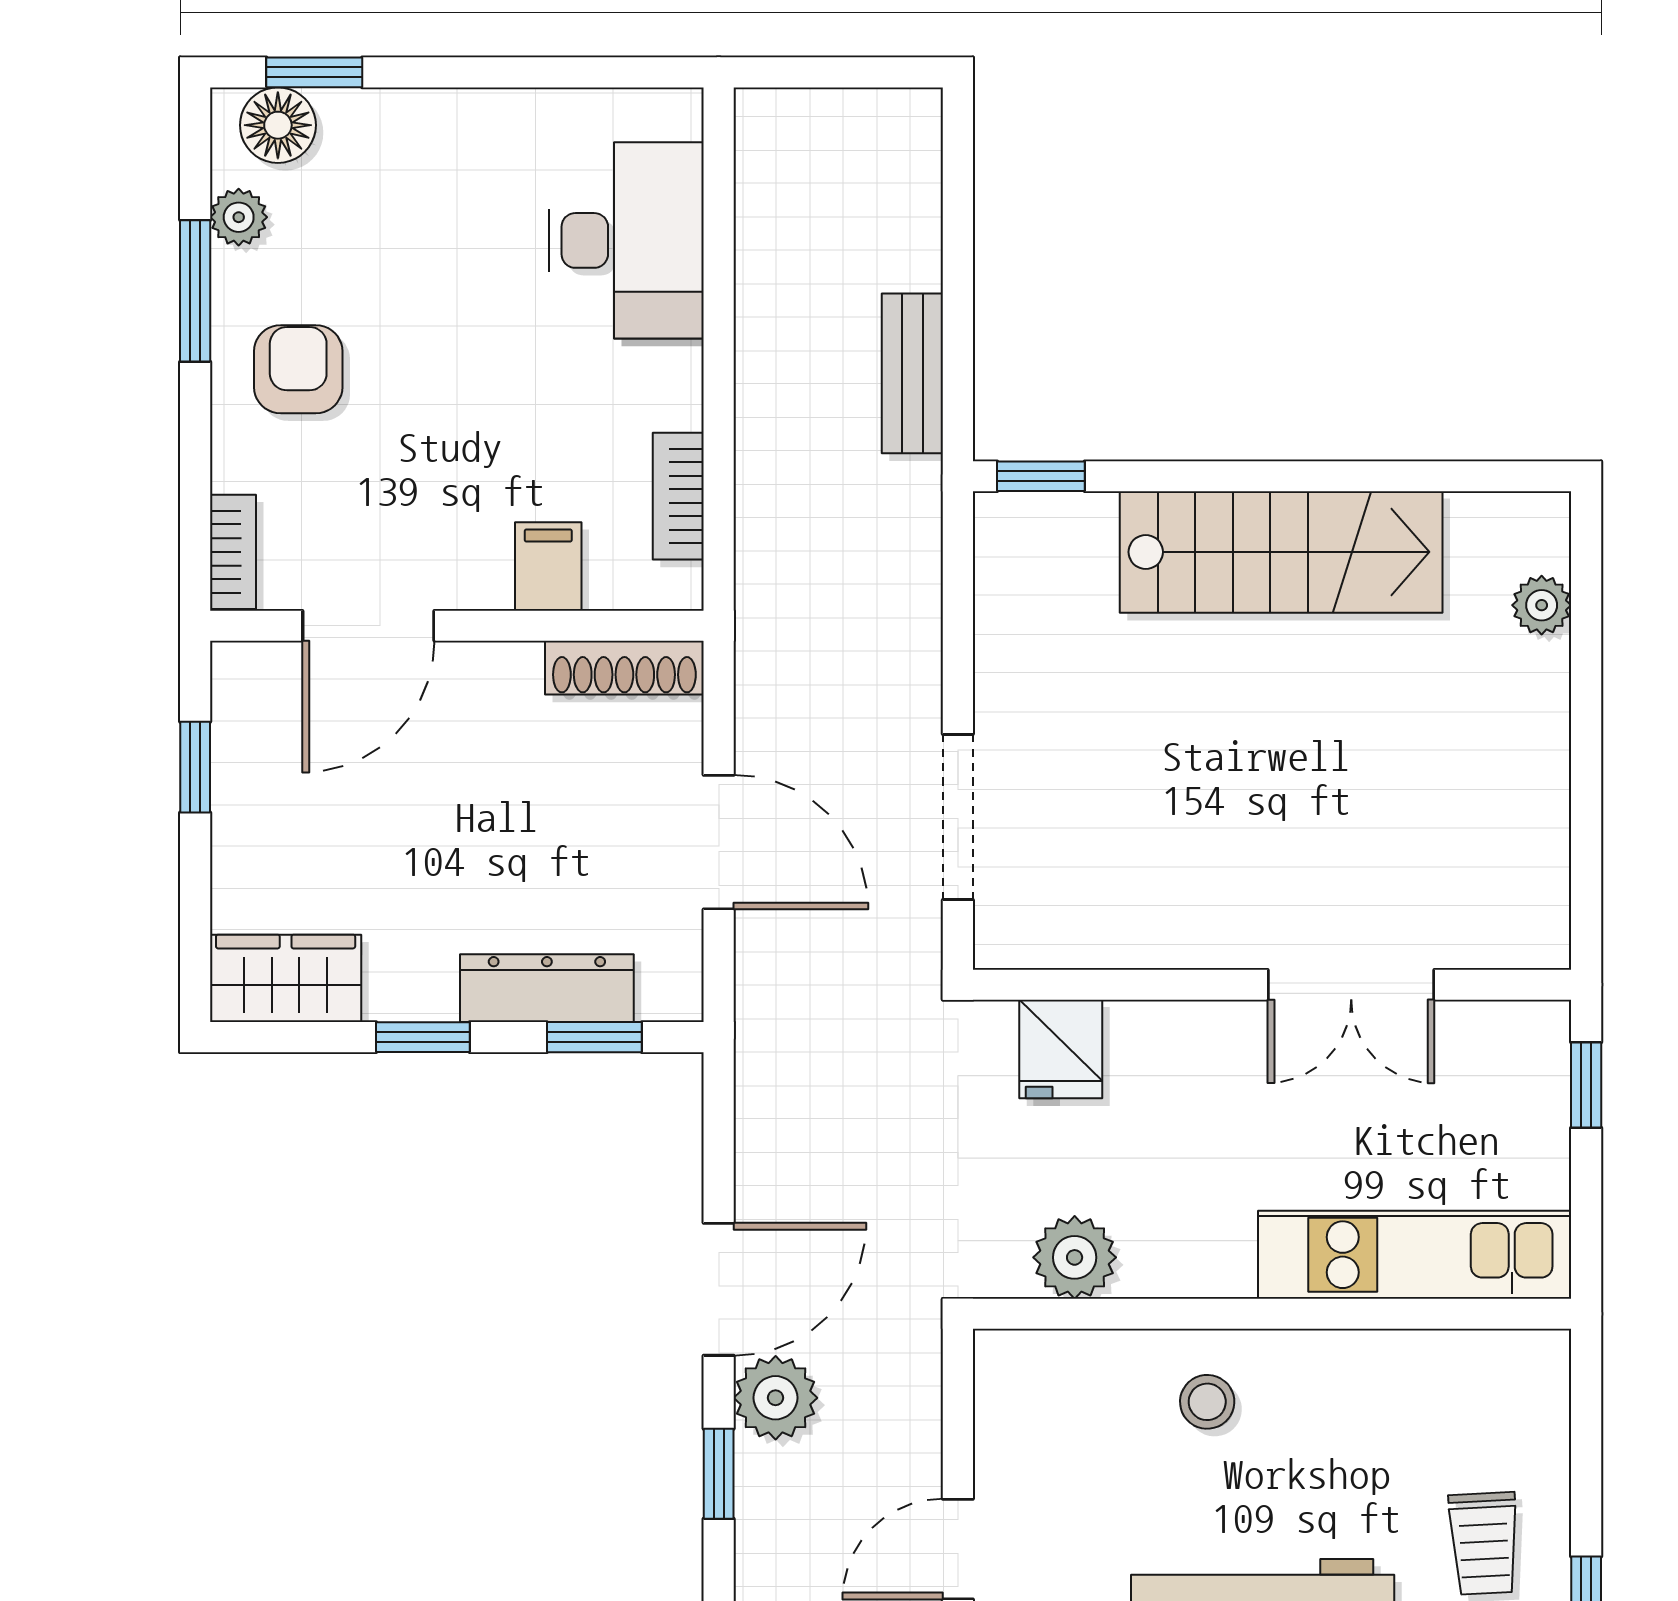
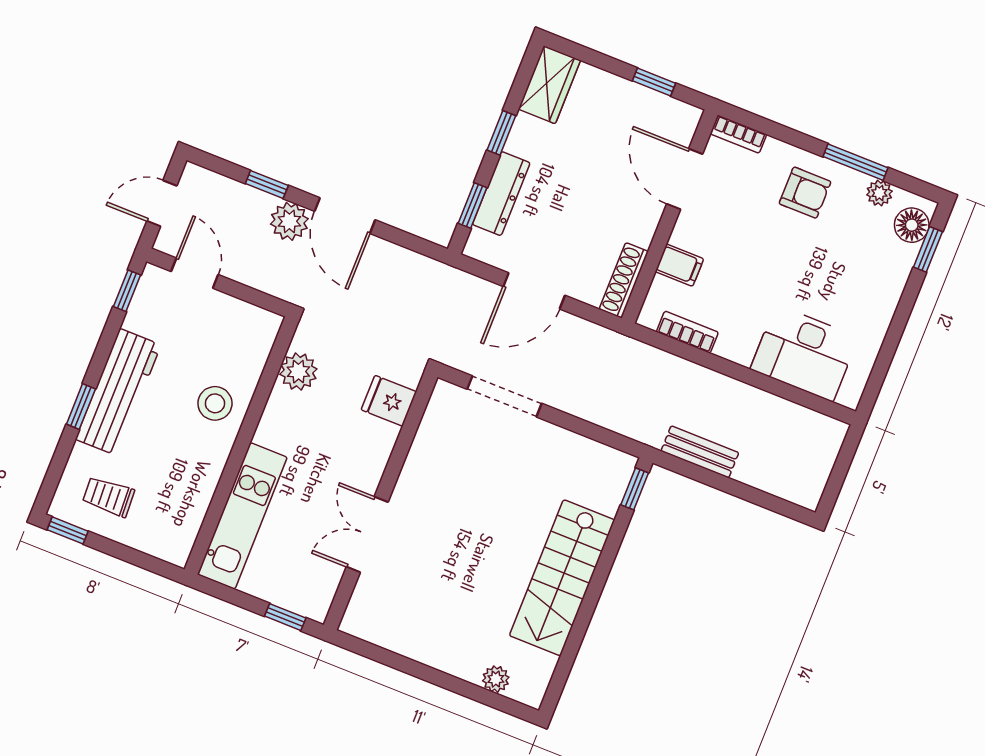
stool: (1207, 1402) -> (215, 403), width x1.37, depth x1.37

